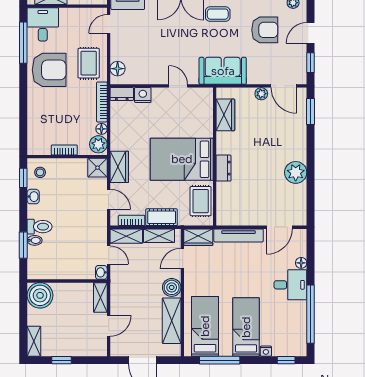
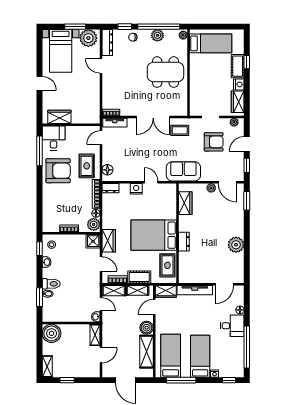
nightstand: (143, 95) -> (136, 189), moved

